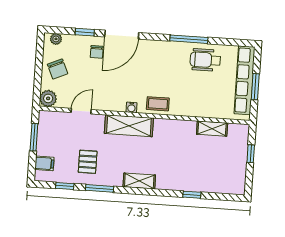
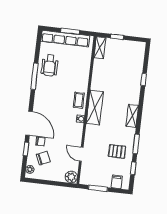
chair: (58, 69) -> (43, 158), moved
shelving: (129, 126) -> (95, 108), moved
shelving: (212, 129) -> (100, 48), moved

